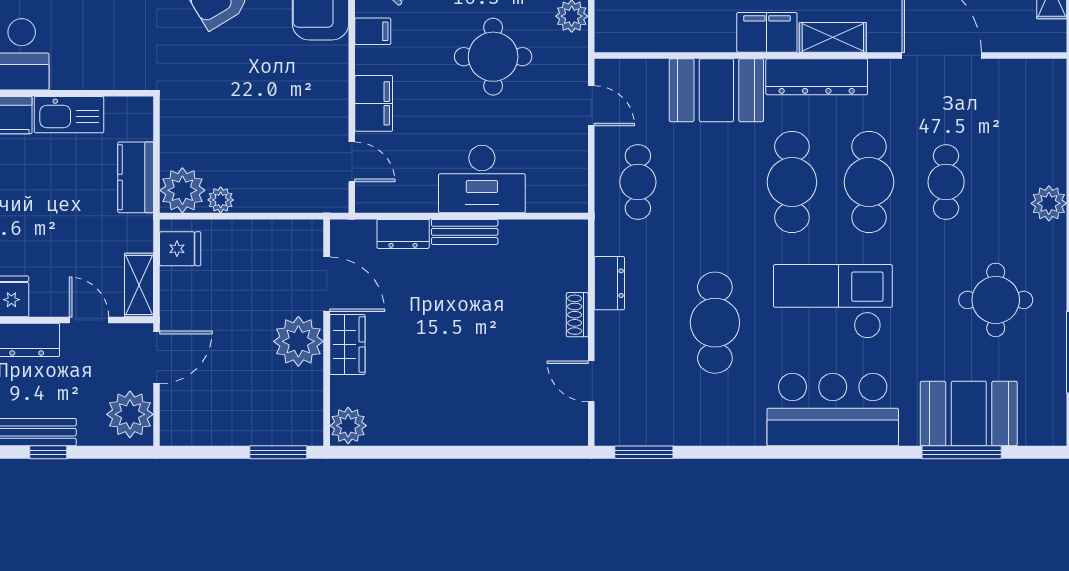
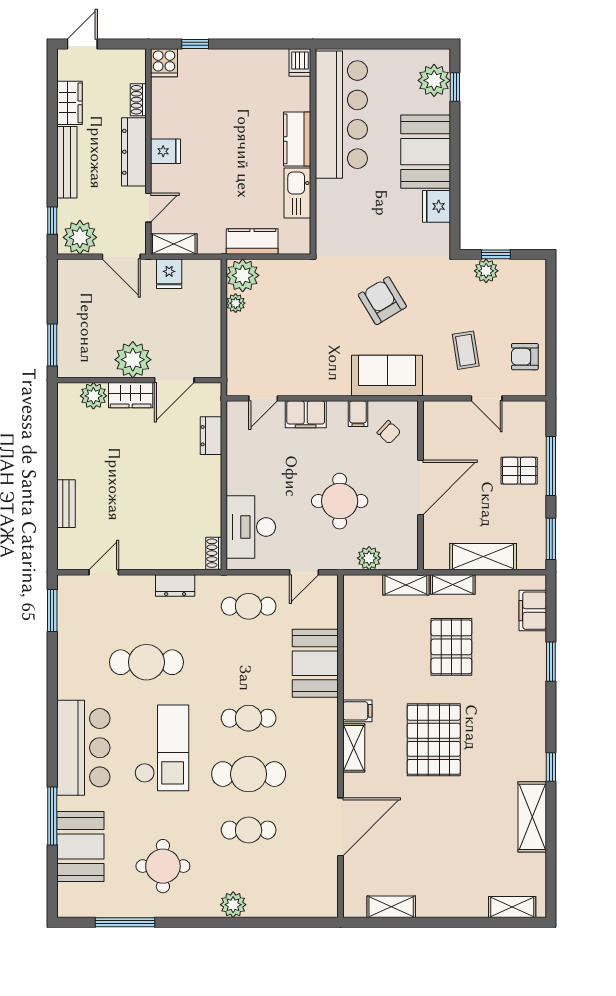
filing cabinet: (767, 32) -> (357, 711), width x0.50
dresser: (817, 77) -> (325, 736), removed
desk: (482, 179) -> (251, 527), moved
cafe table: (792, 182) -> (249, 718), width x0.73, depth x0.74
bench: (465, 232) -> (66, 504), moved
fridge: (180, 249) -> (169, 274), moved
shoe rack: (577, 315) -> (214, 553), moved, turned -90
plant: (348, 426) -> (93, 396), moved
window: (48, 452) -> (52, 221), moved
window: (962, 452) -> (52, 816), moved

